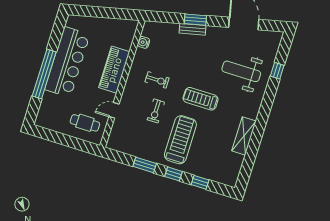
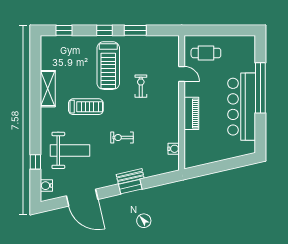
water cooler: (274, 45) -> (46, 186), added
piano: (114, 70) -> (191, 113), width x0.73, depth x0.75
exercise bike: (157, 80) -> (122, 138), moved
treadmill: (201, 99) -> (86, 107), moved
door: (114, 110) -> (182, 74), hinge flipped
window: (200, 182) -> (64, 30), moved

